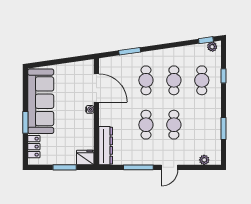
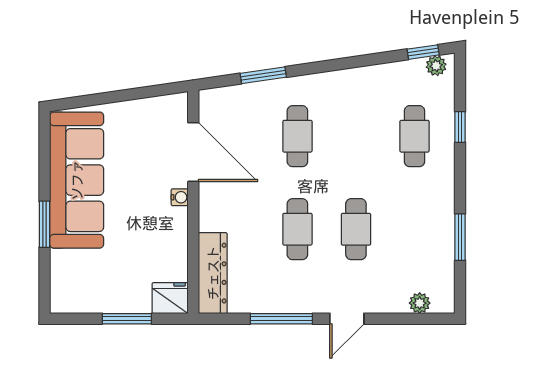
cafe table: (174, 80) -> (356, 136), removed
locker: (34, 147) -> (62, 275), removed

